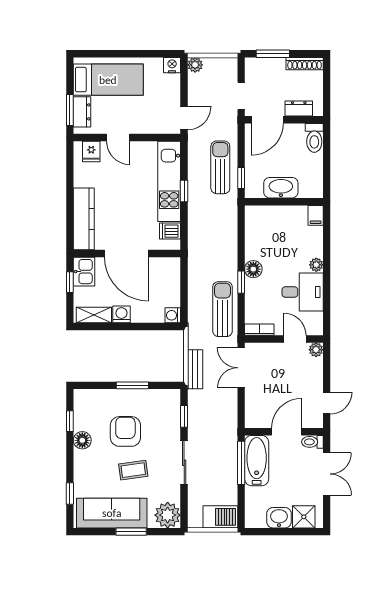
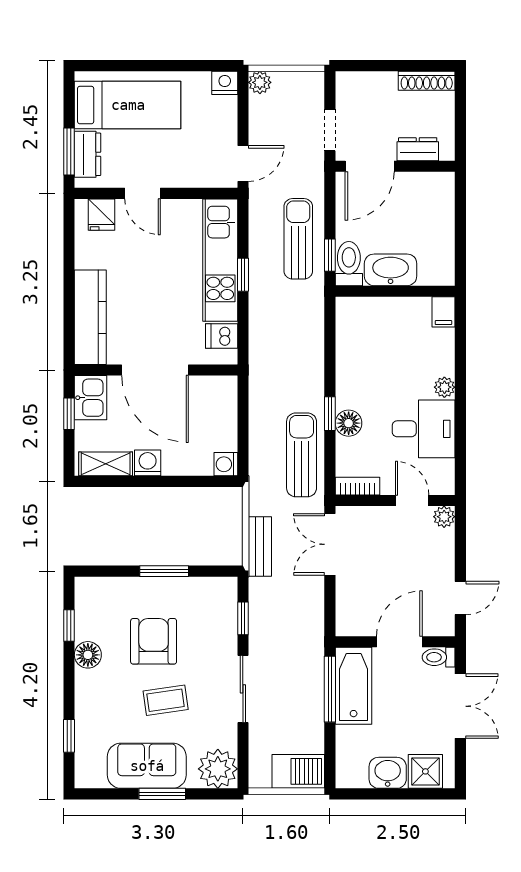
window: (273, 54) -> (378, 66), removed
toilet: (314, 138) -> (349, 264), moved, turned 180
floor lamp: (253, 269) -> (349, 423), moved
sofa: (112, 513) -> (147, 766), width x0.73

